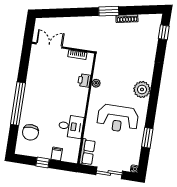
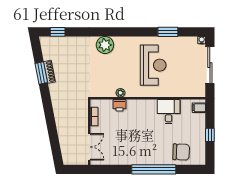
window: (109, 11) -> (41, 73), moved
double door: (49, 45) -> (89, 147), swing flipped
plant: (142, 89) -> (105, 45), moved
row of seats: (87, 152) -> (192, 91), removed
filing cabinet: (57, 154) -> (199, 108), moved
sliding door: (109, 173) -> (210, 65), width x1.37

